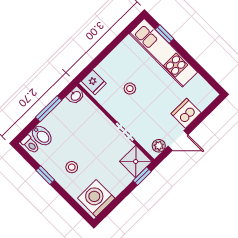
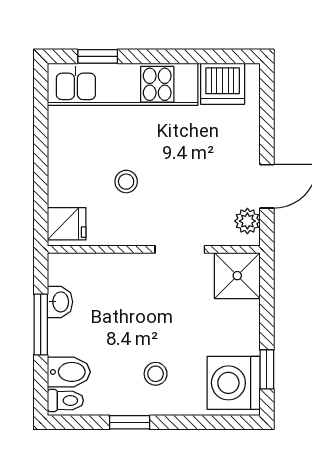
washbasin: (76, 96) -> (60, 302), moved
dishwasher: (186, 113) -> (223, 84), moved, turned -90
window: (142, 176) -> (267, 369), moved

